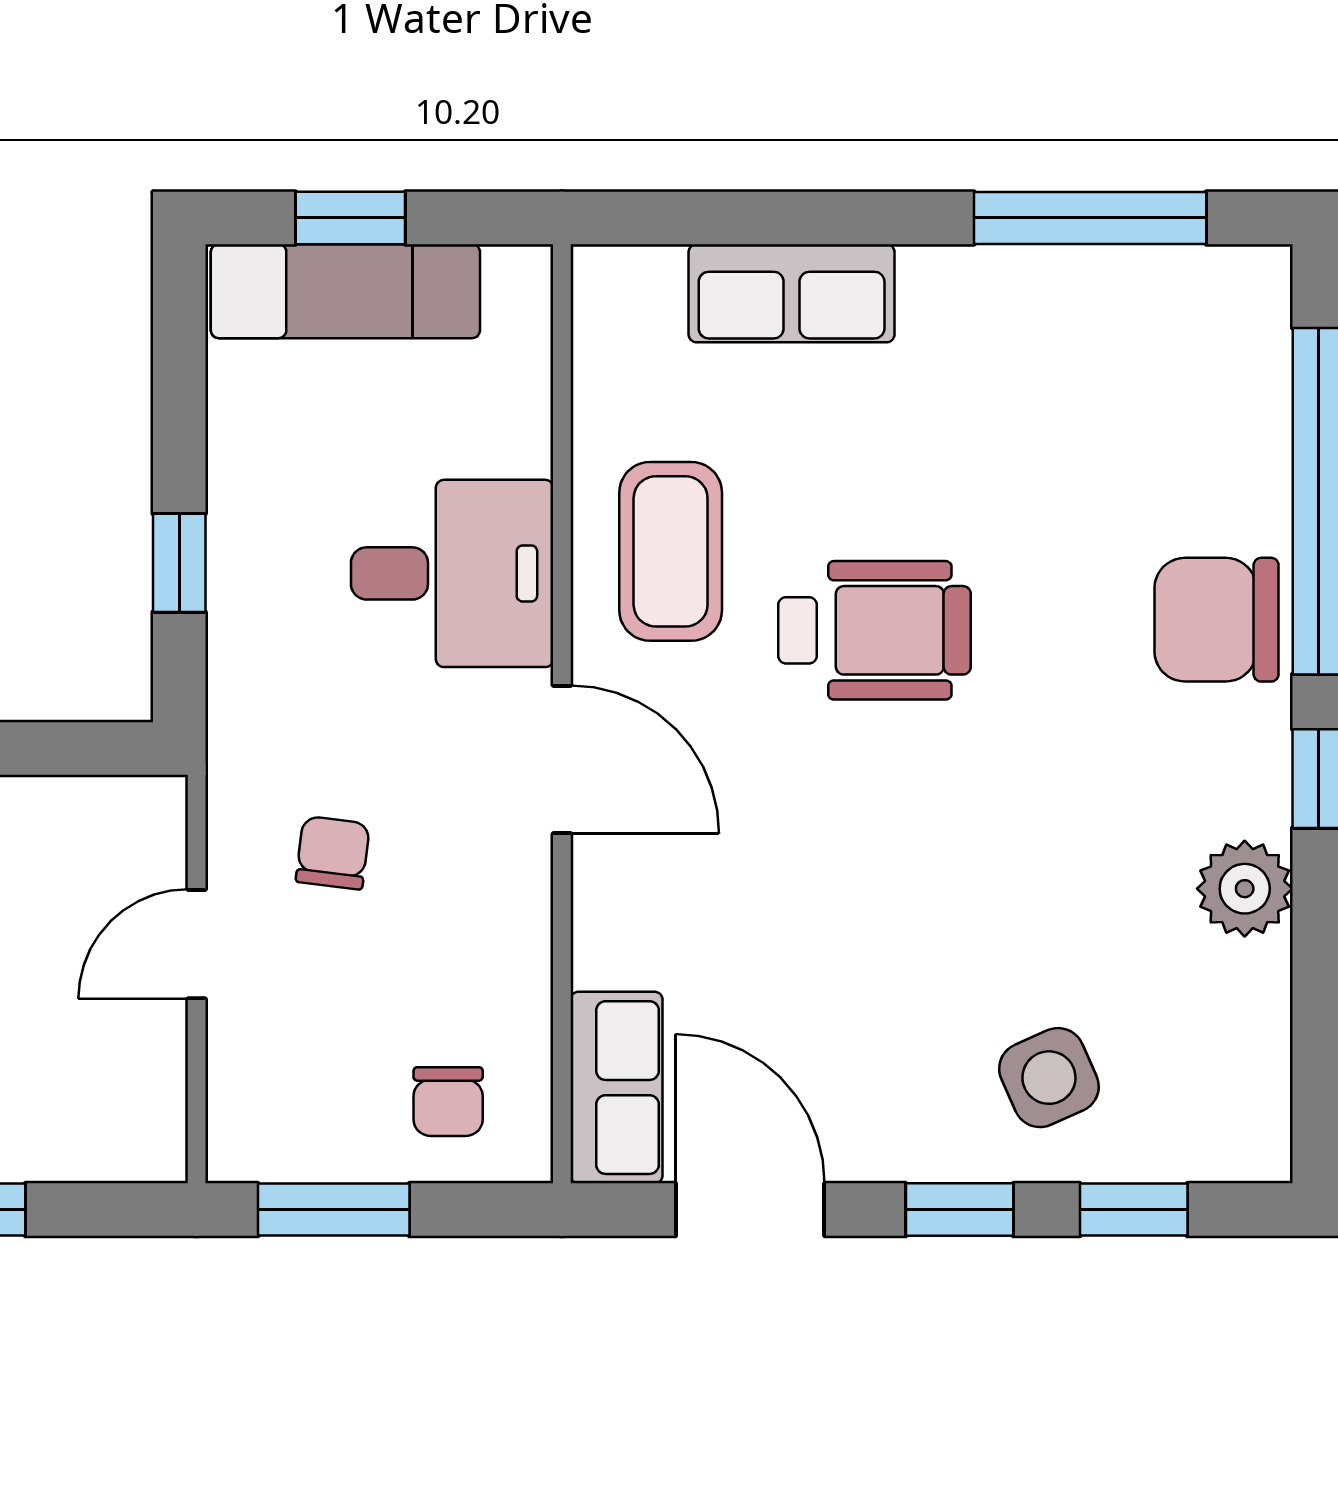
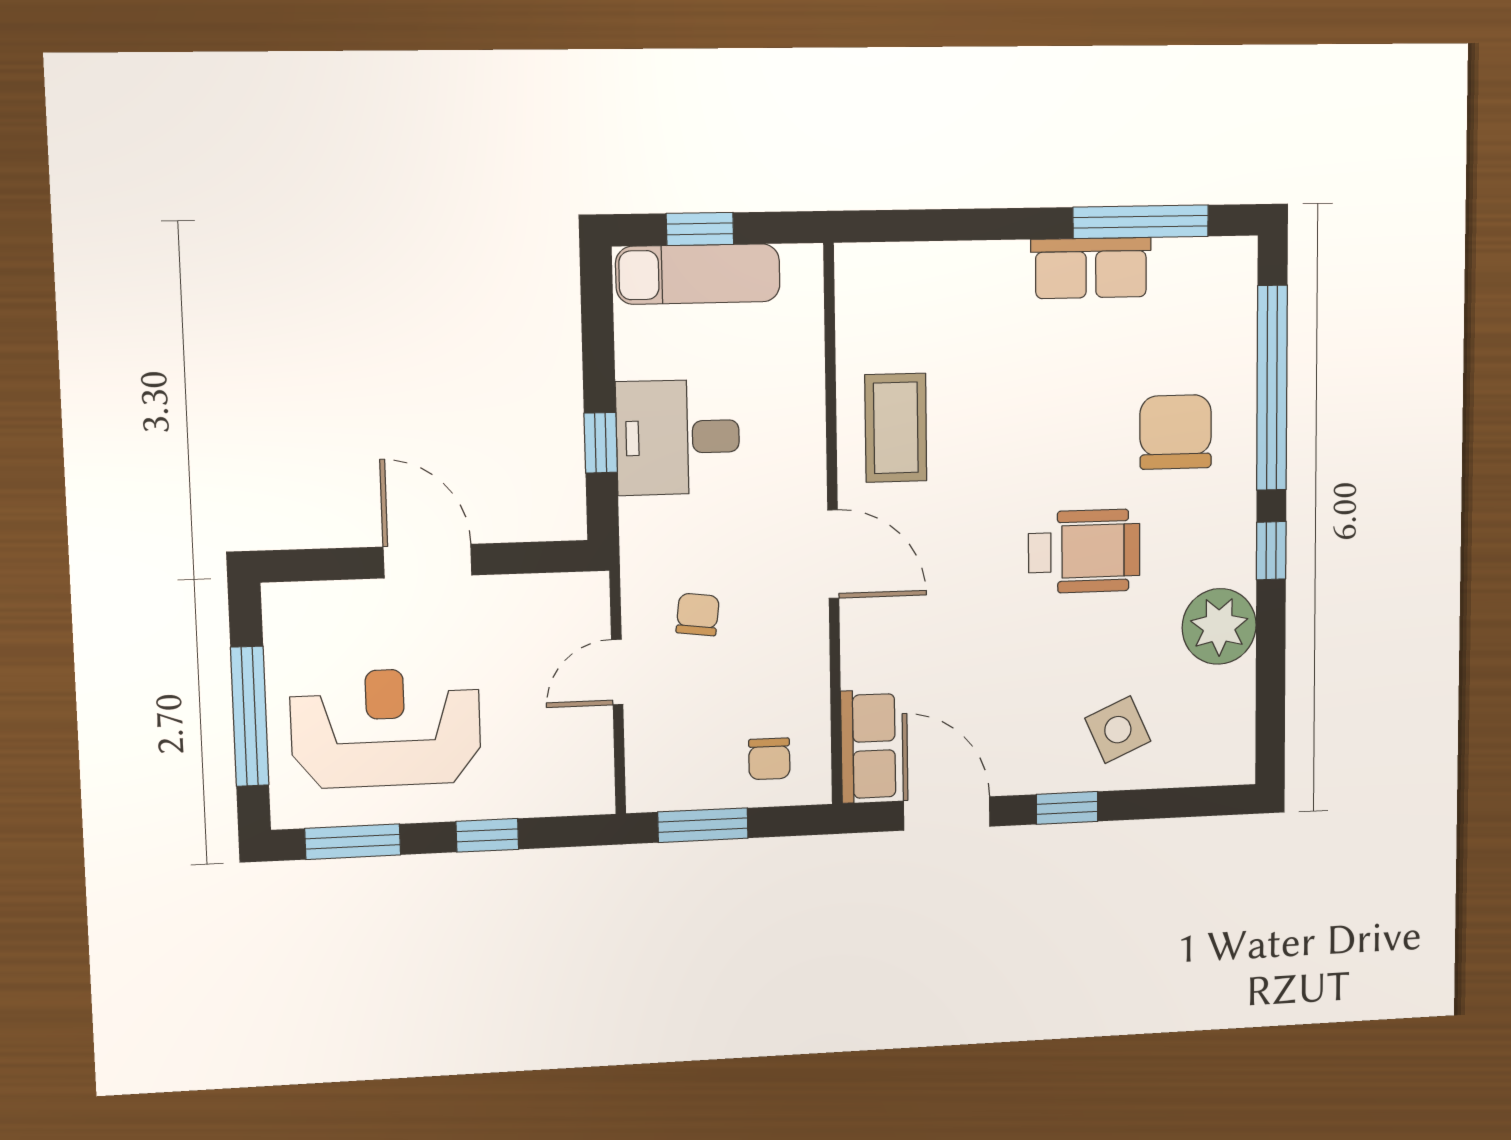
row of seats: (792, 293) -> (1091, 268), moved
desk: (452, 573) -> (678, 437), moved, turned 180
chair: (1217, 620) -> (1176, 432), moved, turned 90
wheelchair: (874, 630) -> (1084, 551), moved
plant: (1245, 889) -> (1219, 626), width x1.36, depth x1.36
window: (1134, 1210) -> (1166, 803), removed

